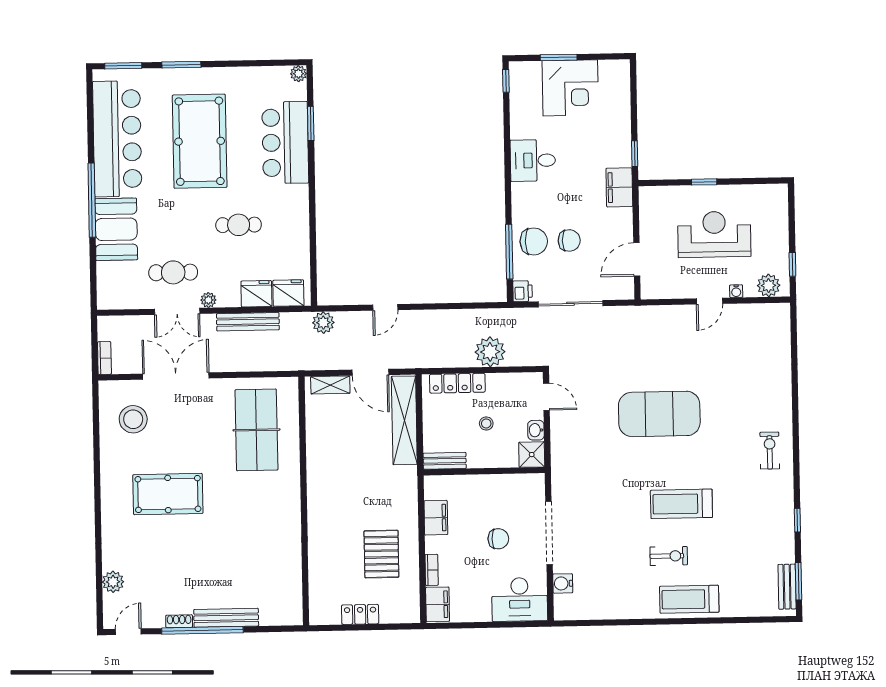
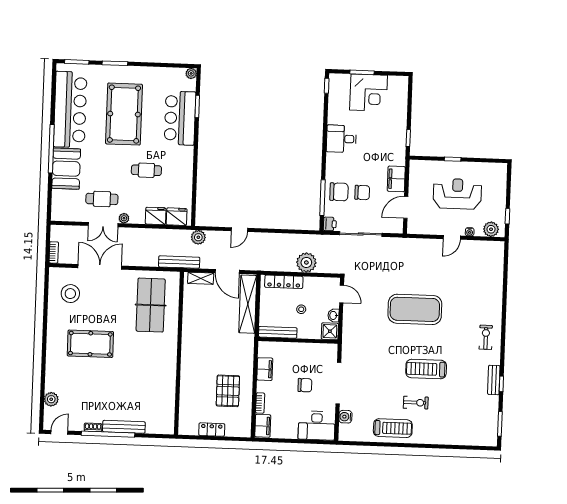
filing cabinet: (619, 187) -> (396, 179), moved
bench: (248, 322) -> (179, 262), moved
bench: (445, 461) -> (278, 332), width x1.36
bench: (787, 587) -> (494, 380), moved
treadmill: (689, 599) -> (393, 428), moved, turned 180

